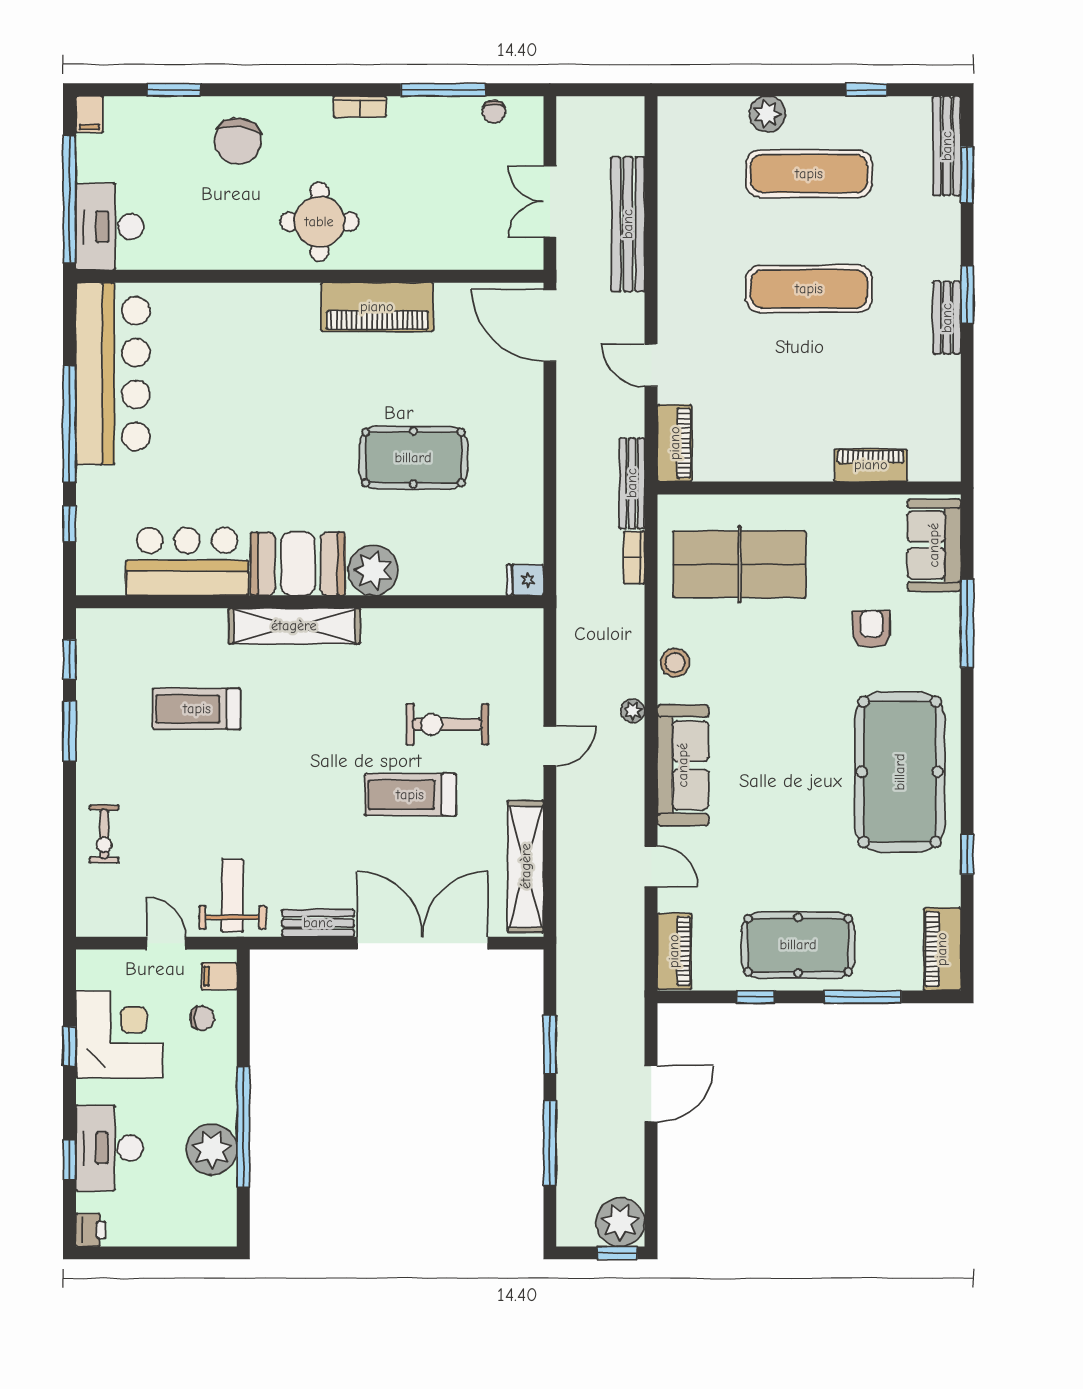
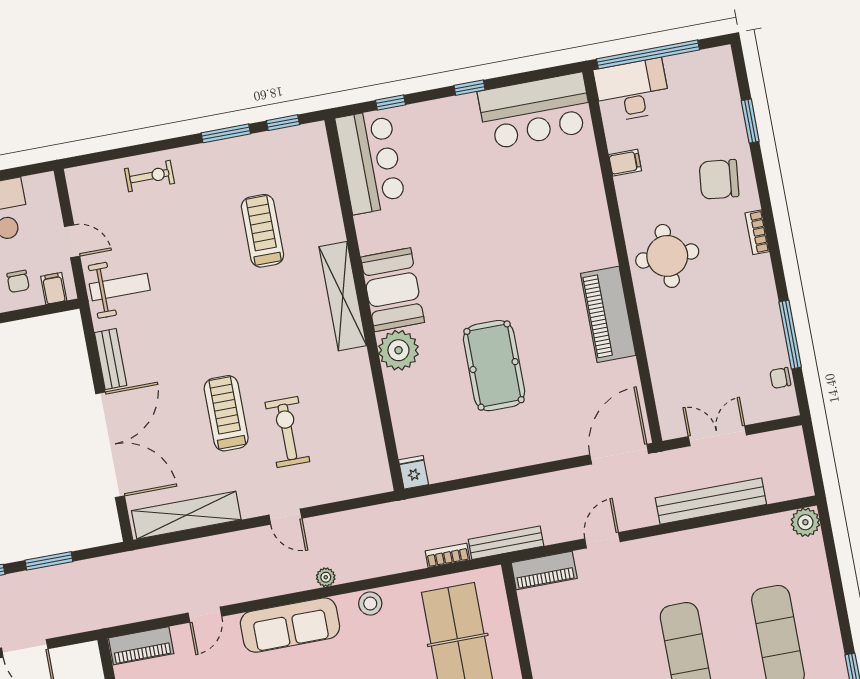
bookcase: (360, 107) -> (757, 232), moved
filing cabinet: (89, 114) -> (625, 163), moved, turned 180
plant: (767, 114) -> (805, 522), moved
bar counter: (113, 374) -> (535, 111), width x0.73
window: (69, 424) -> (470, 88), width x0.32
bar counter: (187, 561) -> (371, 162), moved
exercise bike: (104, 834) -> (149, 176), turned 180
door: (166, 943) -> (72, 241), hinge flipped

